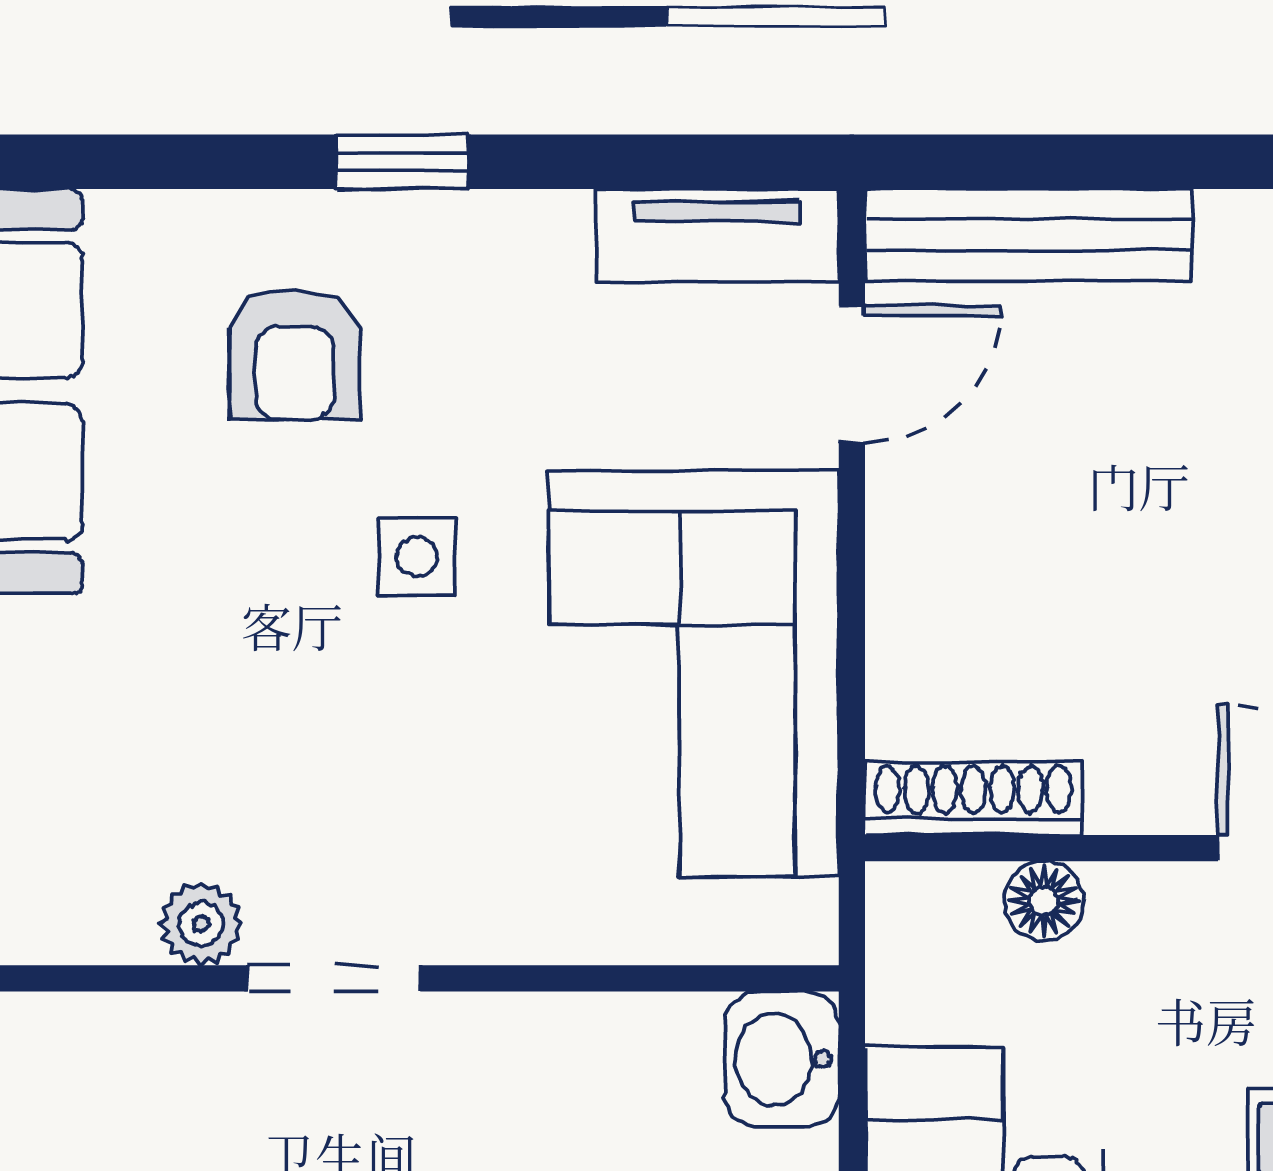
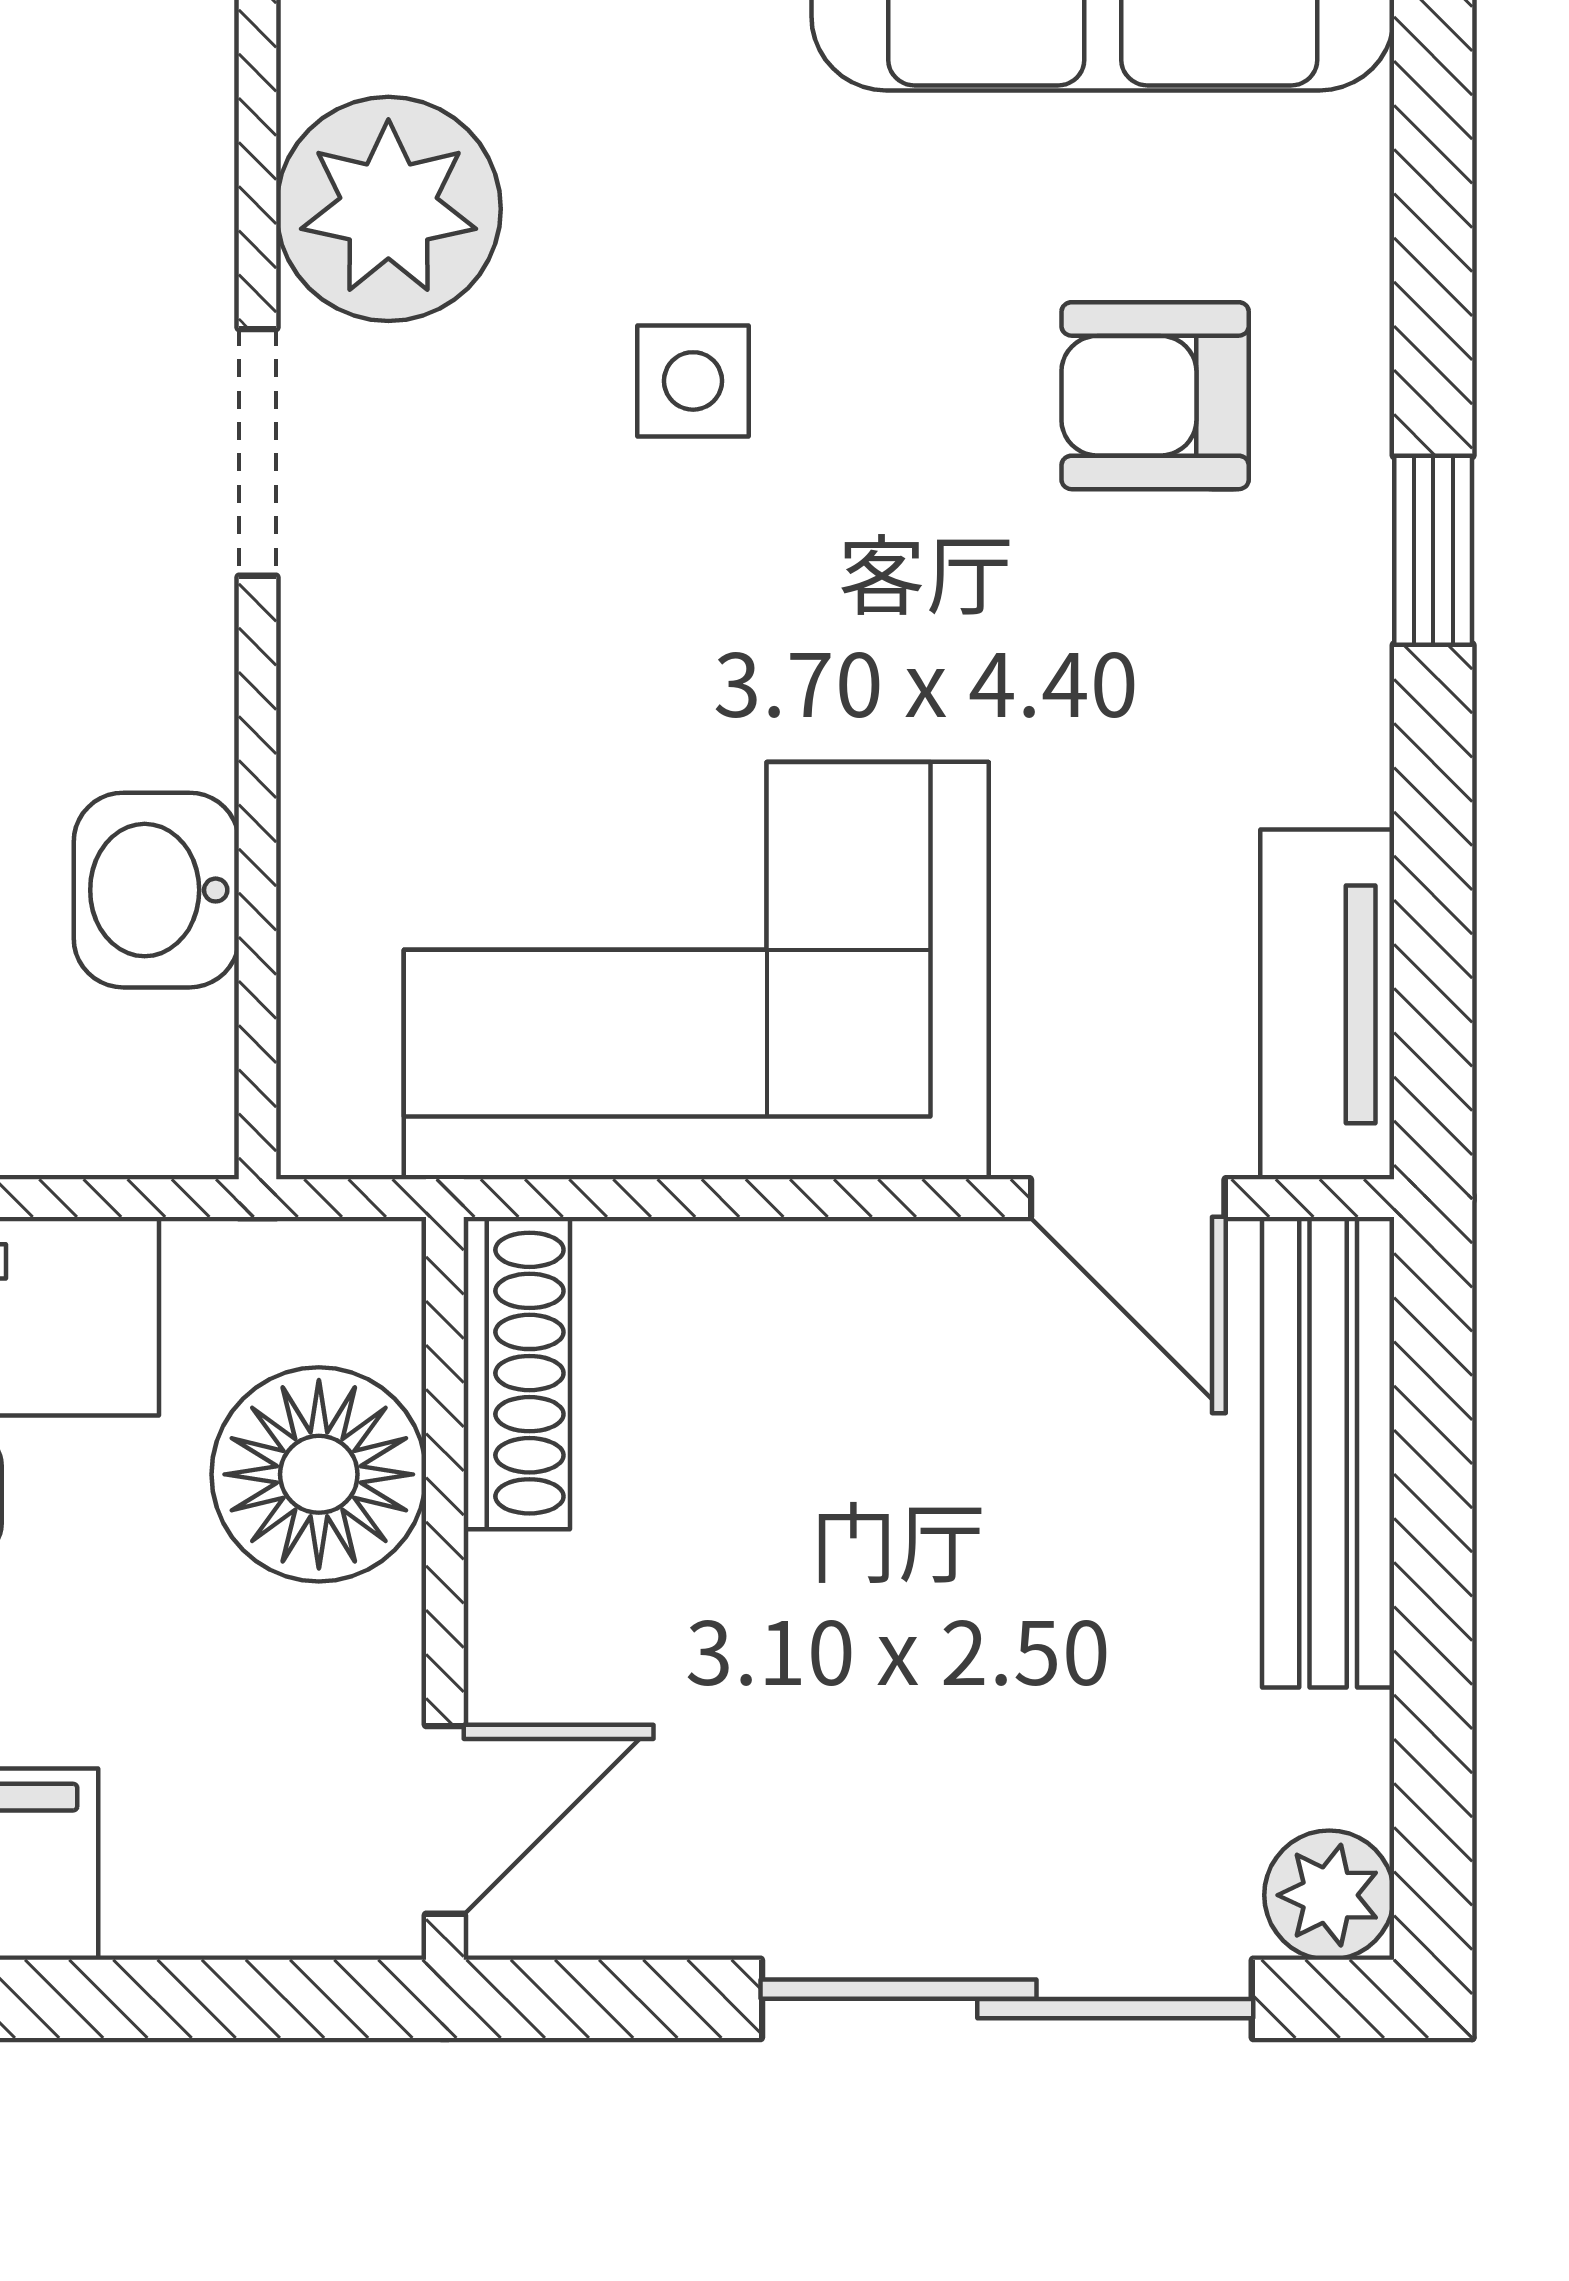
side table: (417, 557) -> (693, 381), moved
floor lamp: (1044, 901) -> (319, 1474), width x1.89, depth x1.89
plant: (201, 924) -> (388, 209), width x1.88, depth x1.88
washbasin: (781, 1059) -> (156, 890), moved, turned -90

